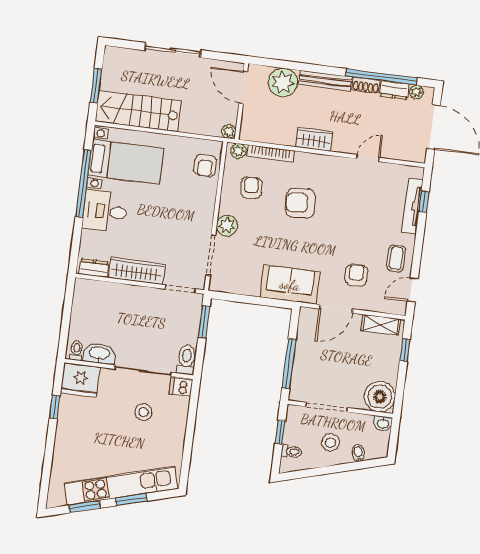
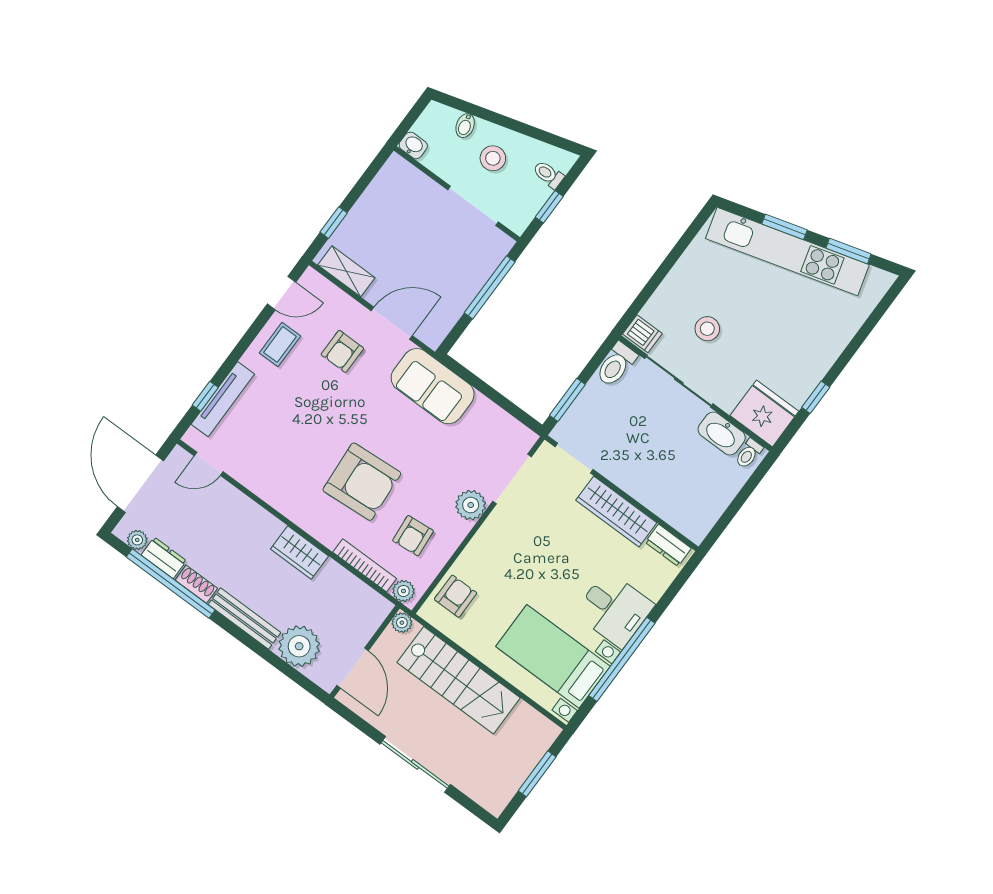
stairs: (138, 111) -> (459, 680), moved
door: (368, 158) -> (209, 464), moved
armchair: (300, 203) -> (362, 482), width x1.36, depth x1.36
boiler: (380, 397) -> (398, 181), removed

